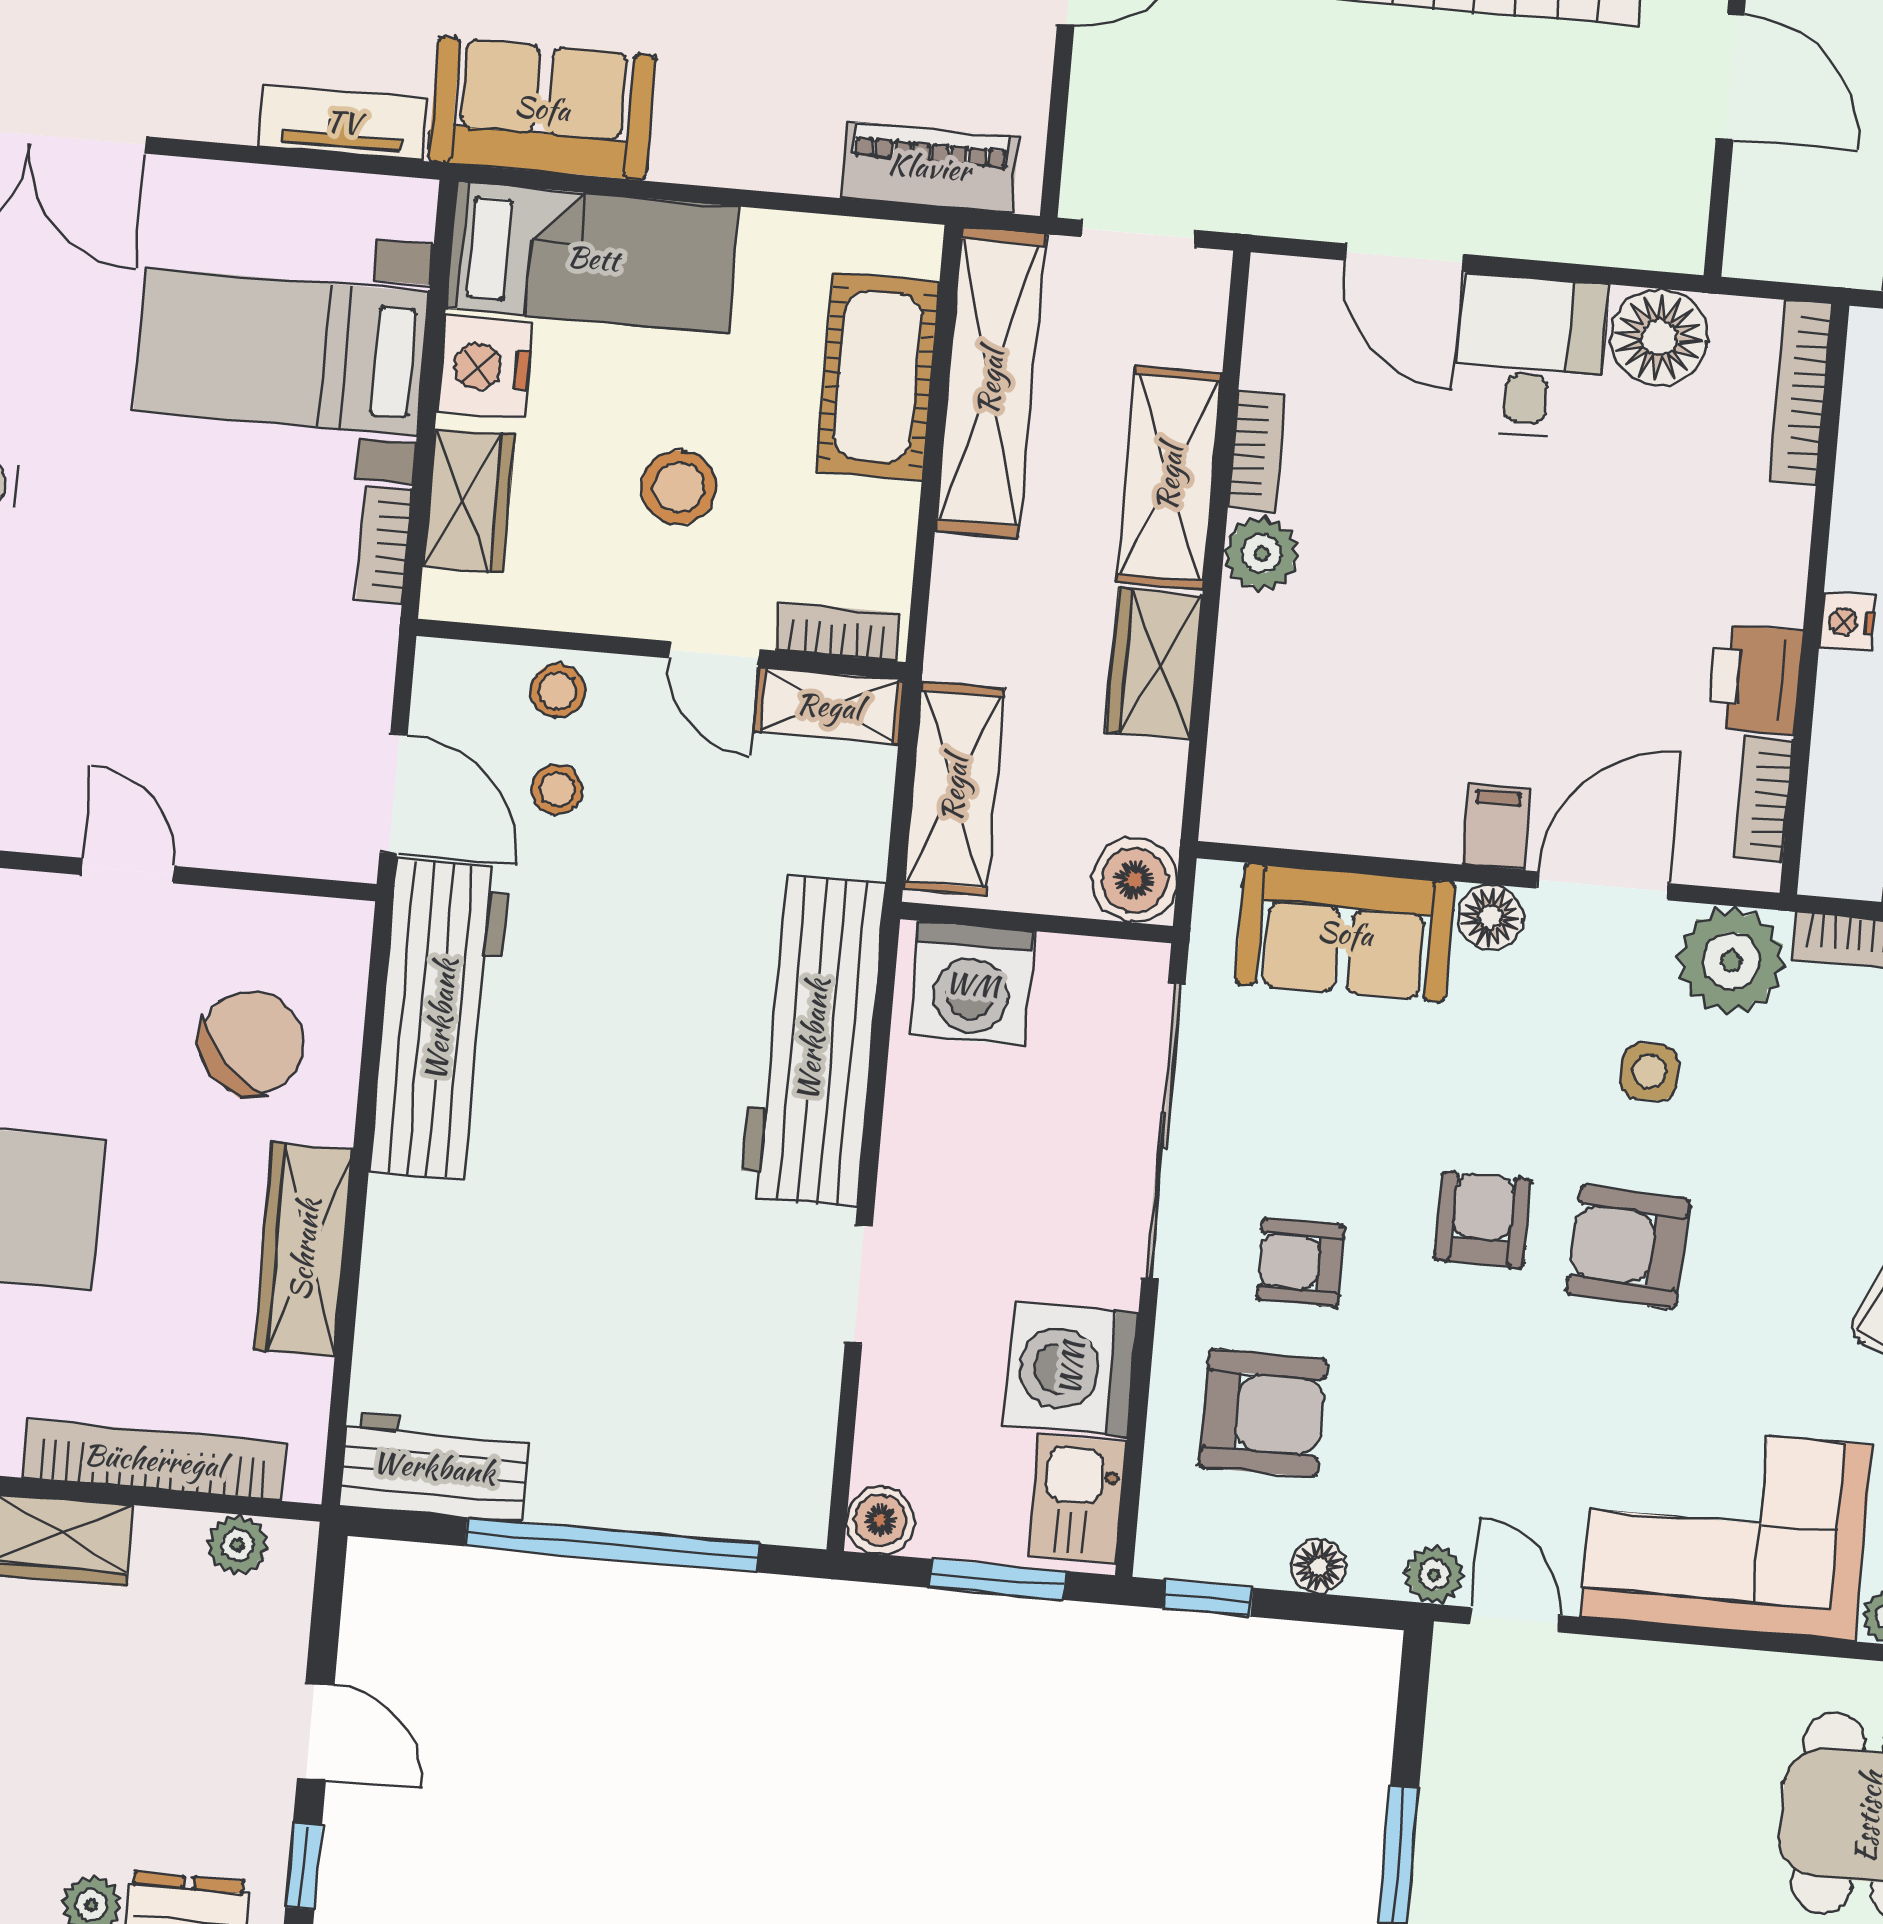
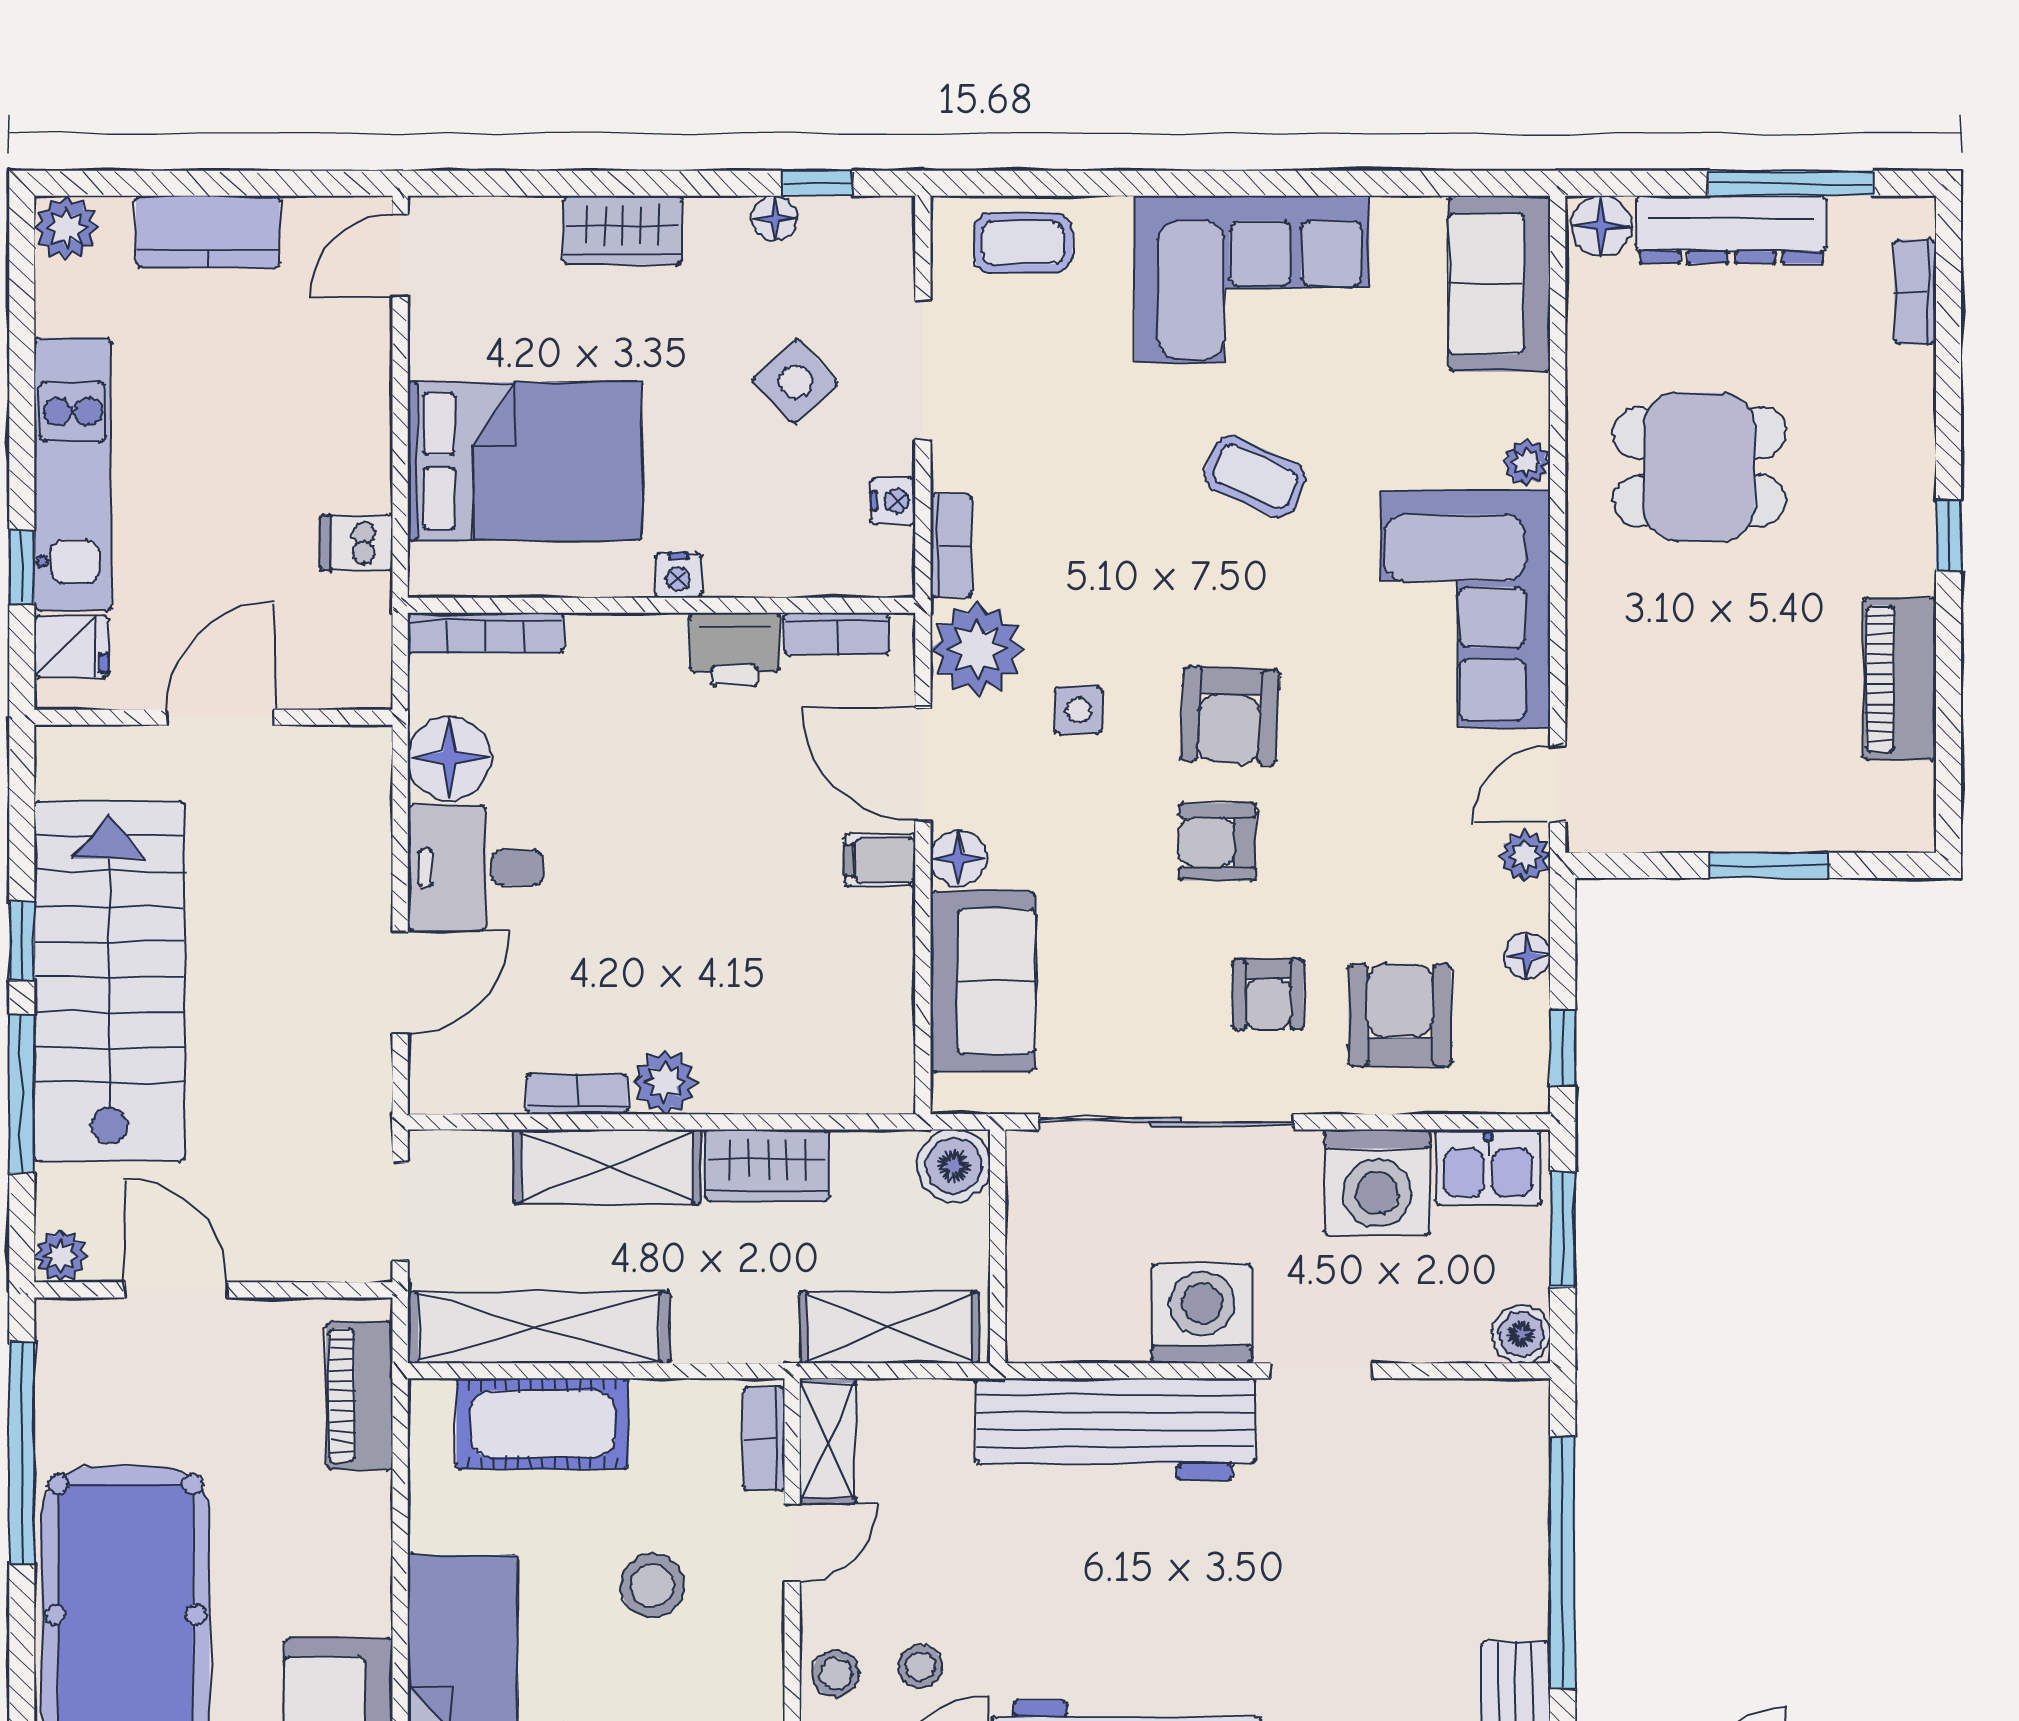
washing machine: (972, 984) -> (1202, 1313), moved, turned -90

